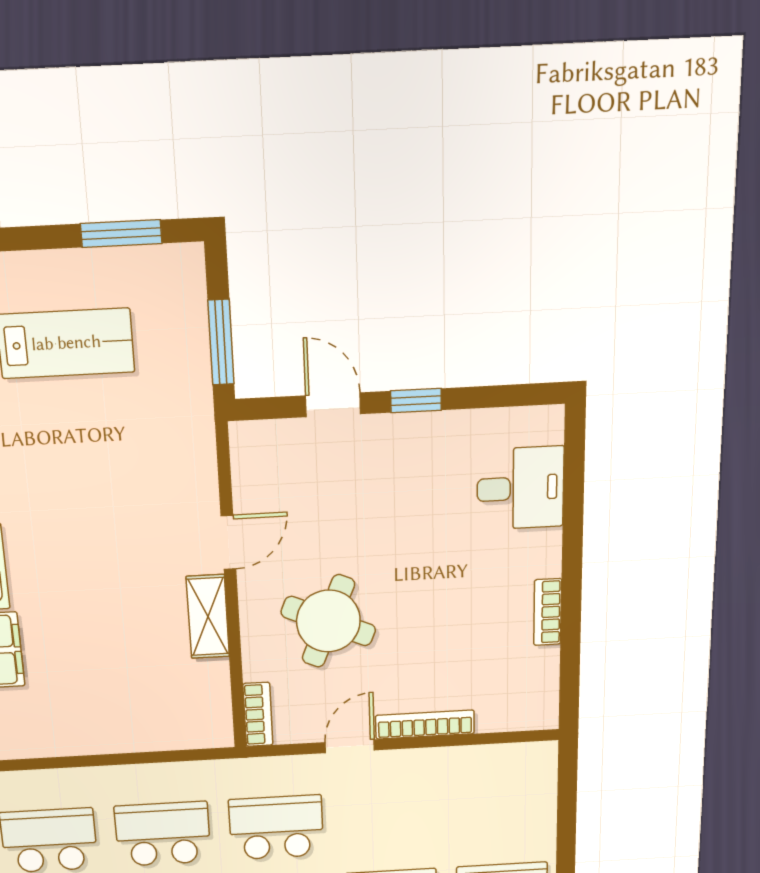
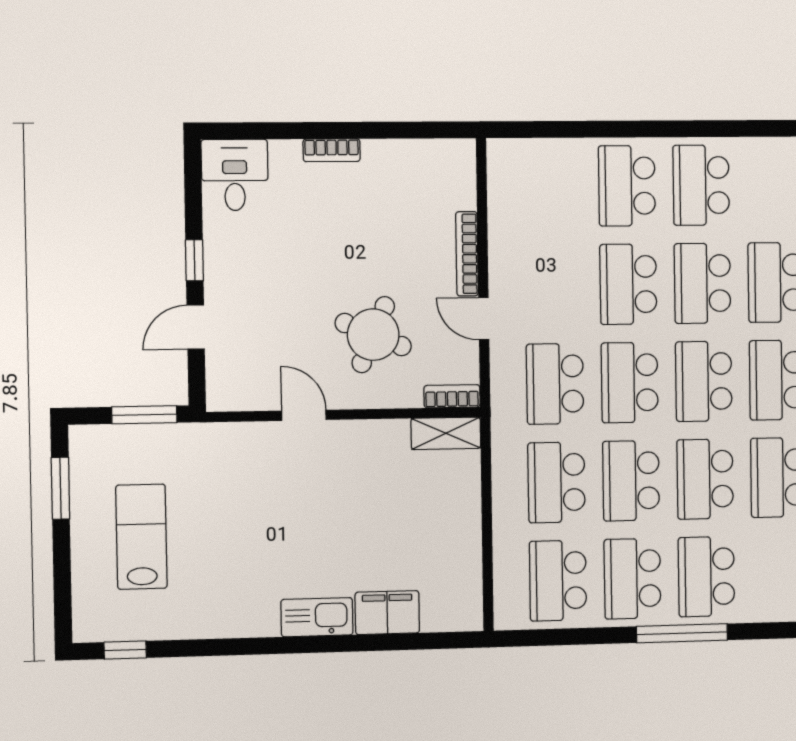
desk: (520, 488) -> (235, 175), moved
bookcase: (548, 612) -> (332, 150), moved
shelving: (208, 617) -> (446, 433), moved

